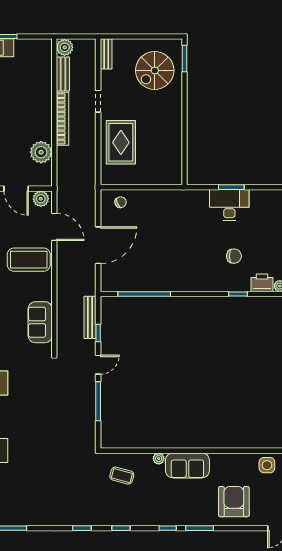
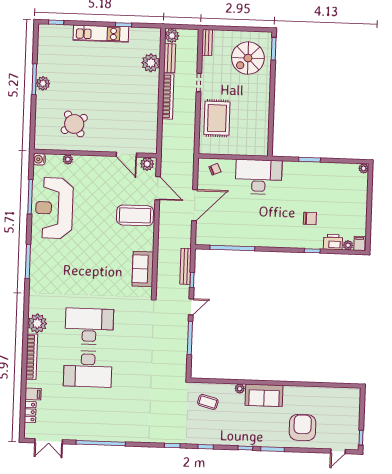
plant: (41, 152) -> (151, 63), moved
desk: (229, 205) -> (259, 177), moved, width x1.36, depth x1.30
side table: (267, 465) -> (332, 397), removed

